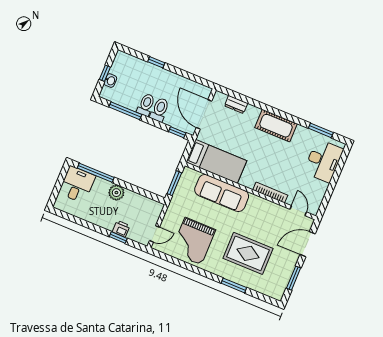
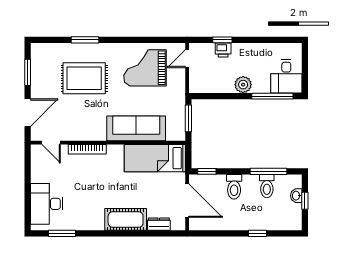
toilet: (146, 105) -> (267, 186), moved
cot: (276, 126) -> (126, 219), moved
grand piano: (193, 241) -> (145, 68), turned -90

